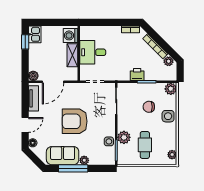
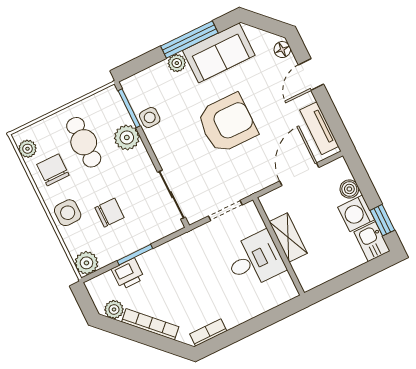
washing machine: (70, 35) -> (356, 213), moved, turned 180
printer: (137, 75) -> (128, 274), moved
boiler: (33, 76) -> (349, 189), moved
chair: (165, 139) -> (53, 170), added

